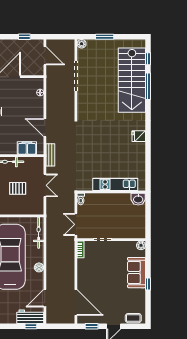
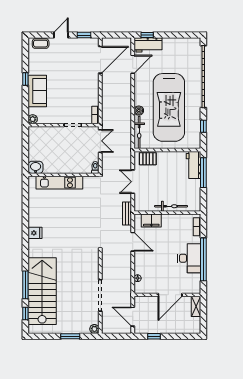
pallet: (18, 188) -> (148, 159), moved
boiler: (39, 267) -> (139, 111), moved
door: (76, 303) -> (100, 60), swing flipped

